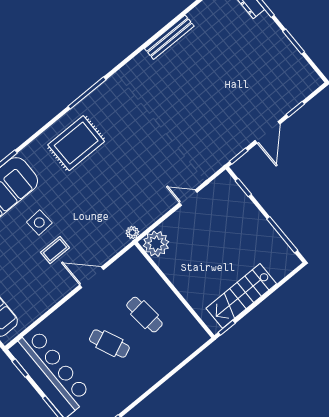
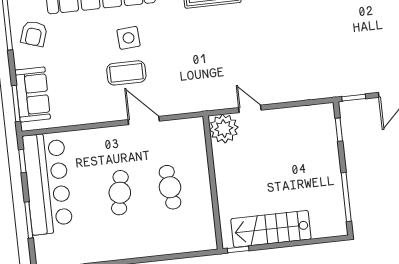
door: (188, 198) -> (250, 109), moved
plant: (132, 233) -> (209, 104), removed
coffee table: (55, 250) -> (126, 73), width x1.36, depth x1.30
cafe table: (109, 344) -> (120, 193), turned 33

